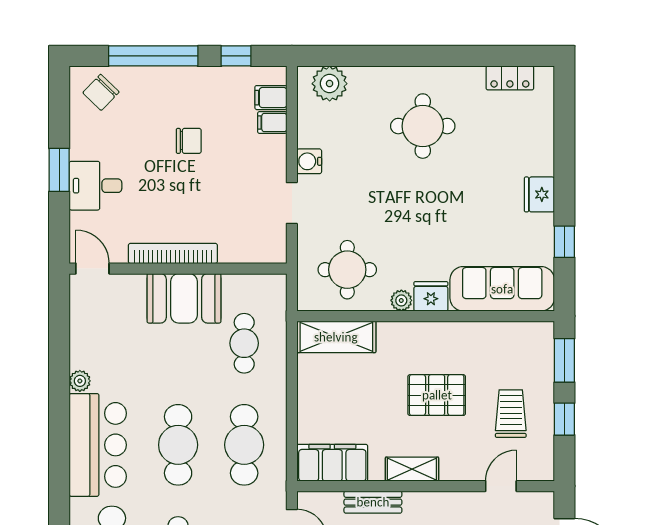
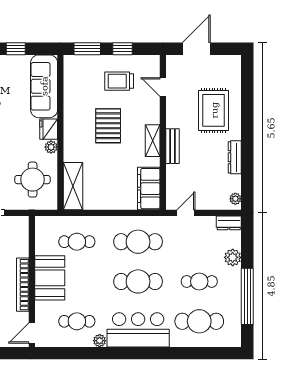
cafe table: (112, 343) -> (77, 321), added
bench: (373, 502) -> (173, 146), moved

